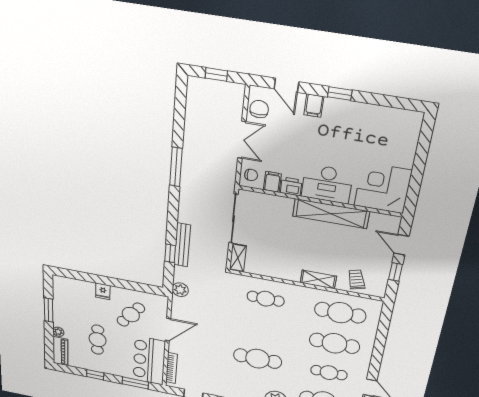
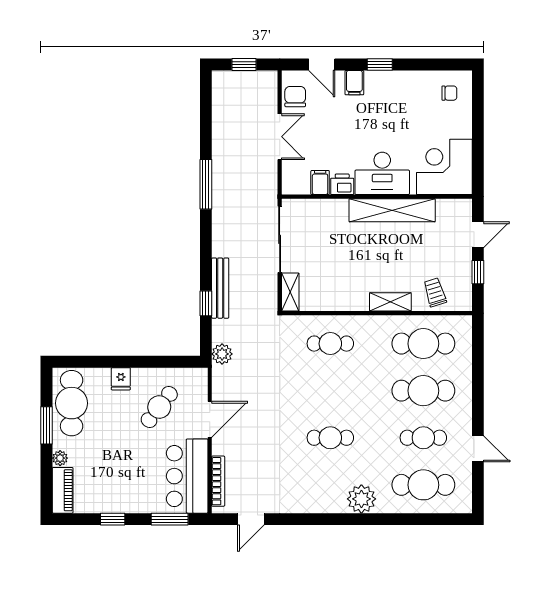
chair: (251, 175) -> (449, 93), moved
door: (401, 245) -> (478, 235), swing flipped
cafe table: (98, 340) -> (72, 403), moved, width x1.37, depth x1.35
cafe table: (258, 359) -> (330, 438), width x0.73, depth x0.74

